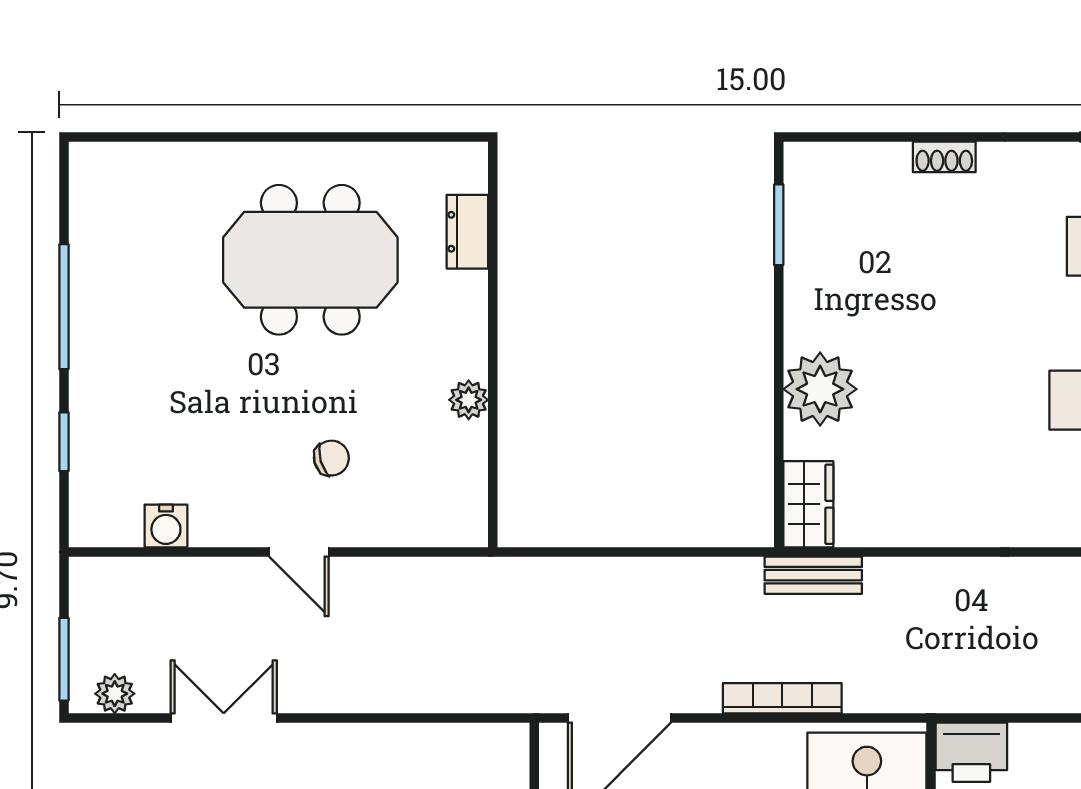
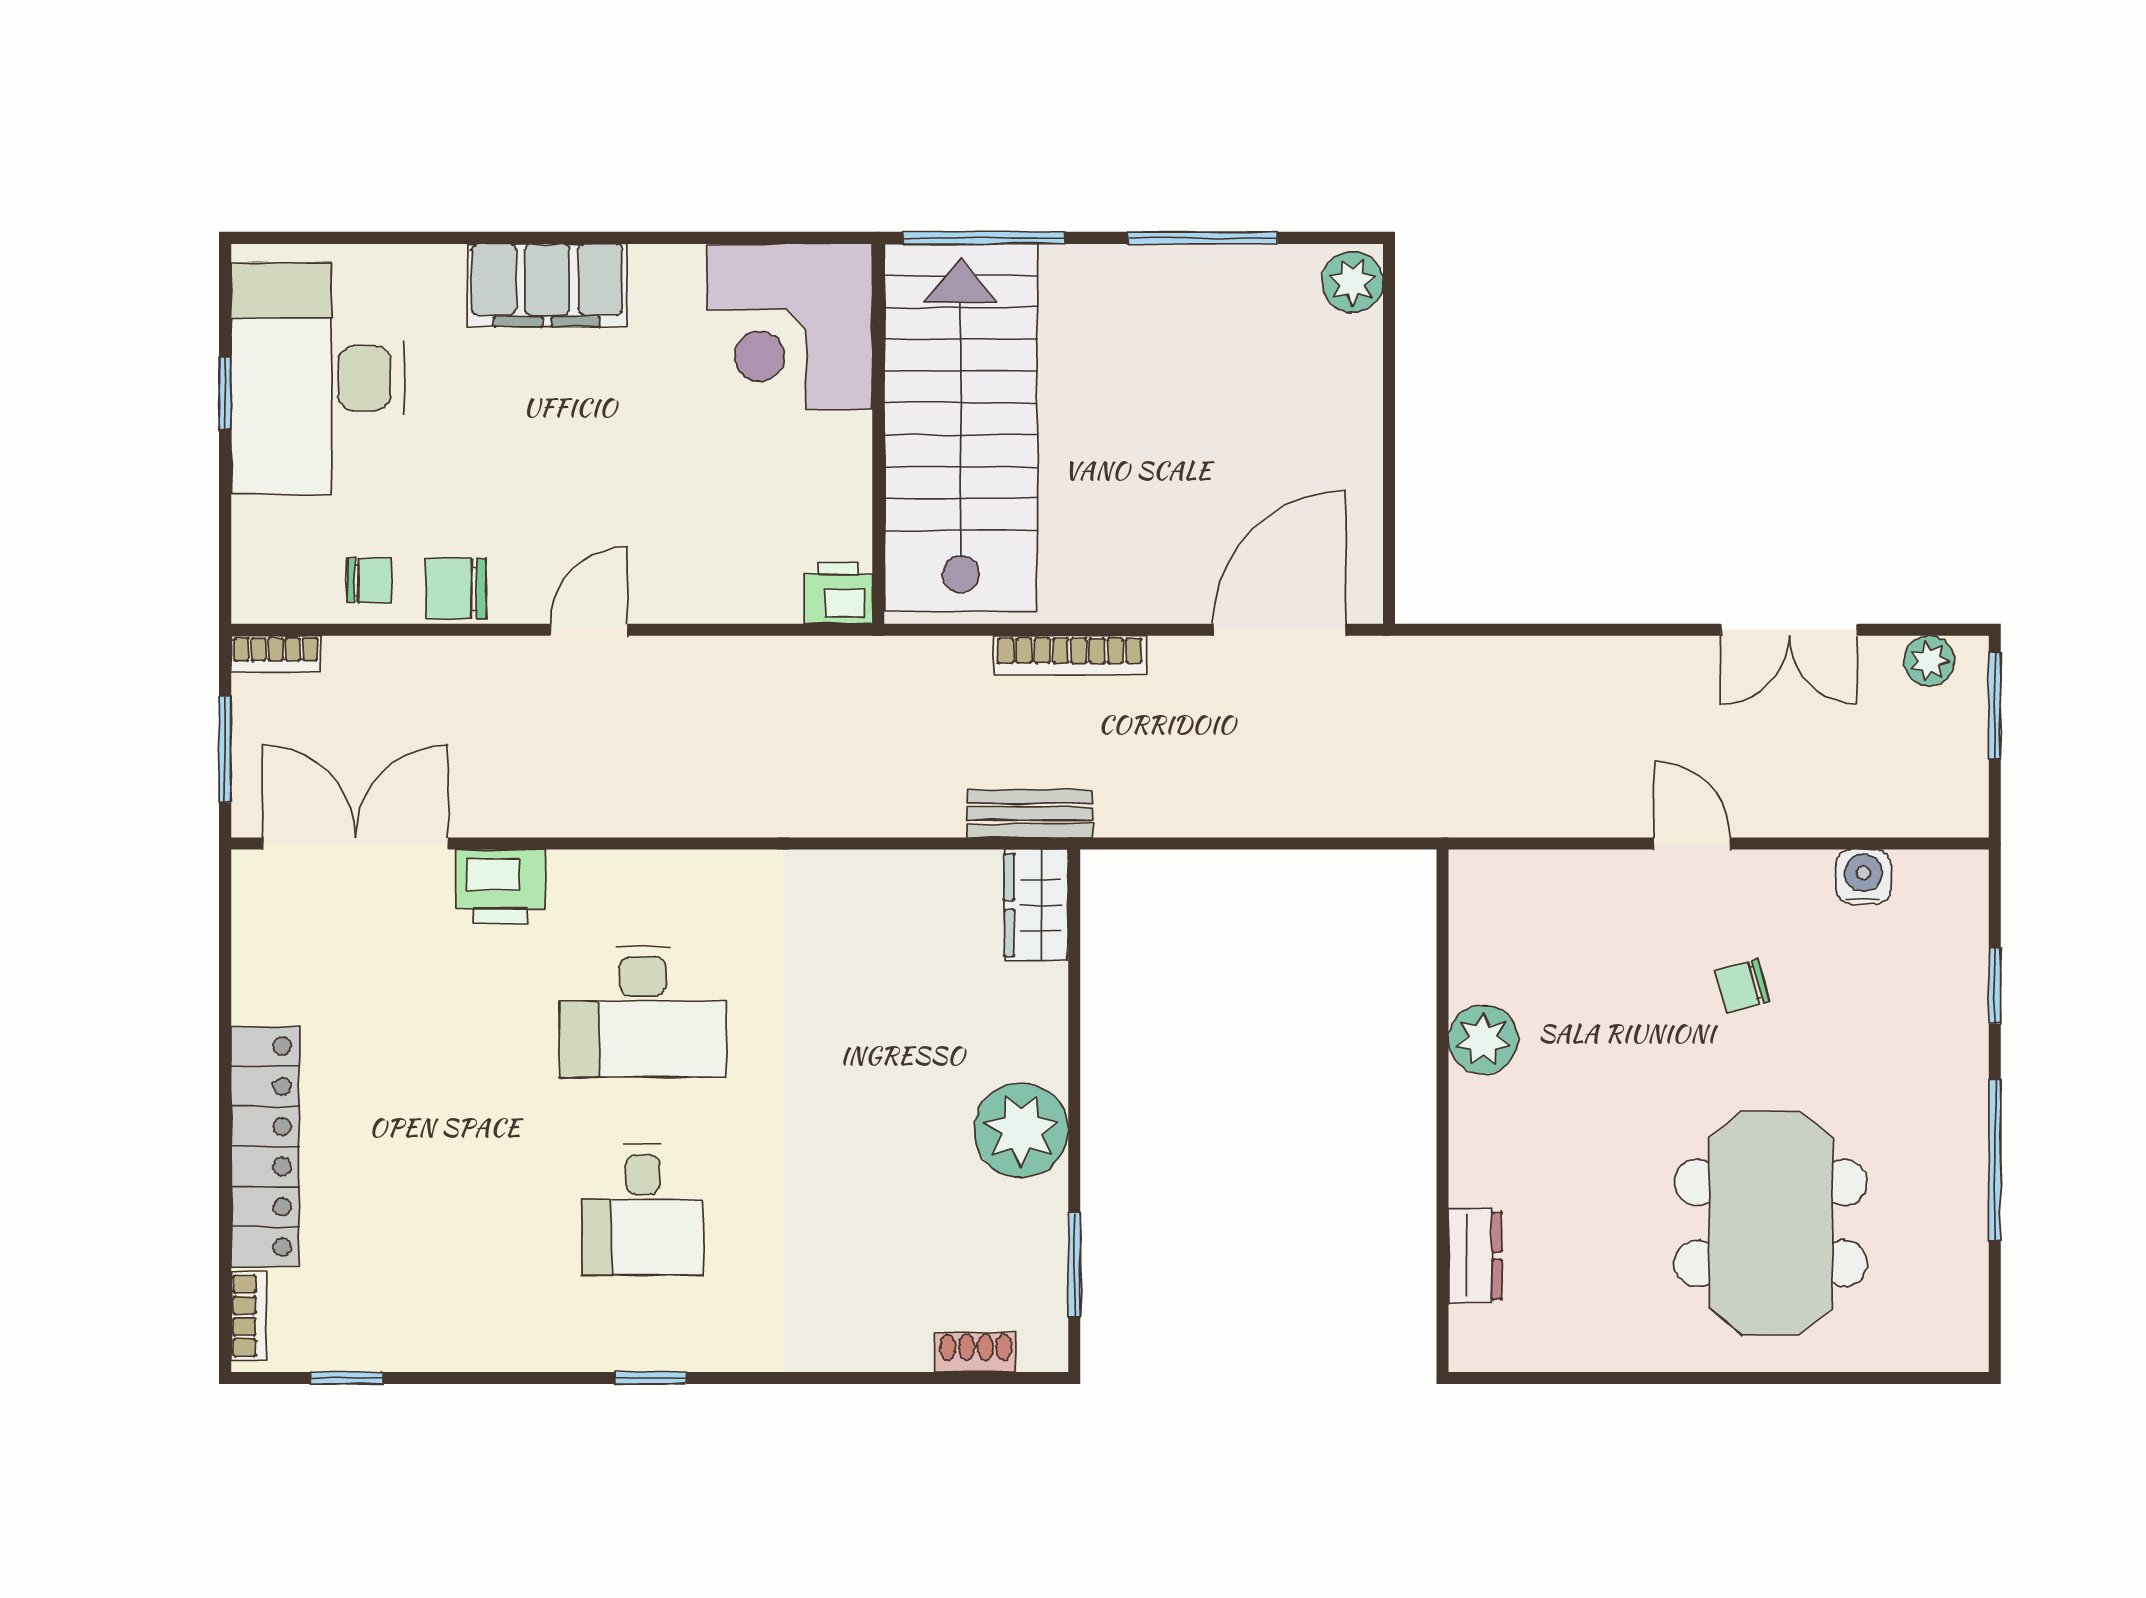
shoe rack: (944, 157) -> (976, 1352), moved
meeting table: (310, 260) -> (1771, 1223), moved, turned 90
plant: (820, 389) -> (1021, 1130), moved
plant: (469, 400) -> (1483, 1039), width x1.38, depth x1.38
chair: (331, 458) -> (1742, 986), moved
printer: (971, 752) -> (839, 593), width x0.73, depth x0.81

